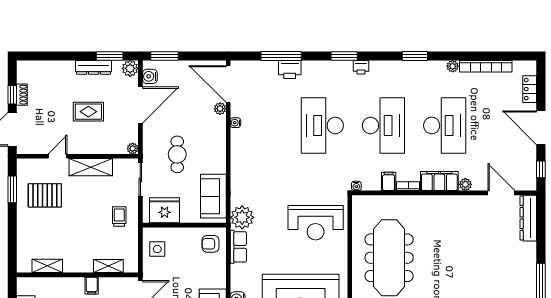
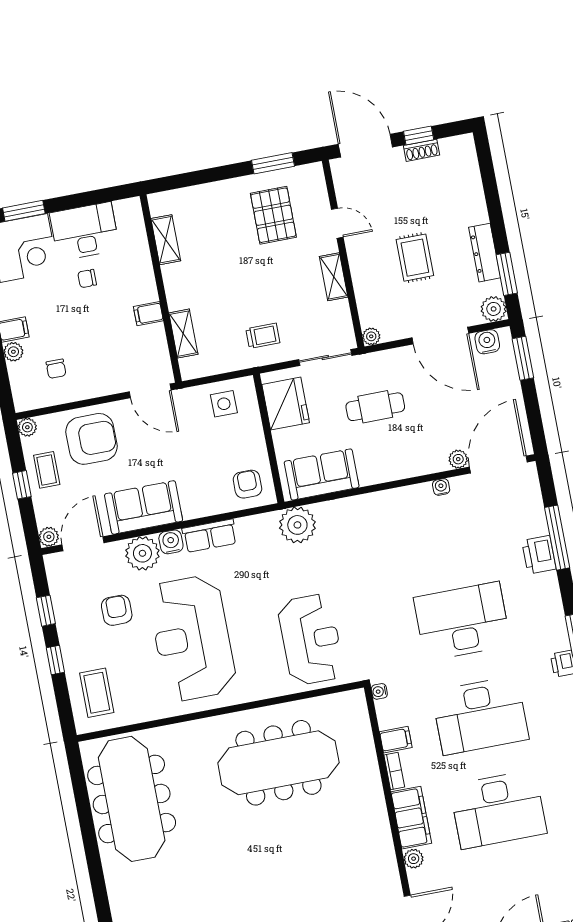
shelving: (91, 167) -> (334, 277), width x0.67, depth x0.75
reception desk: (316, 223) -> (311, 640), turned 180
row of seats: (238, 247) -> (210, 536), moved

